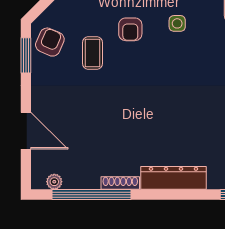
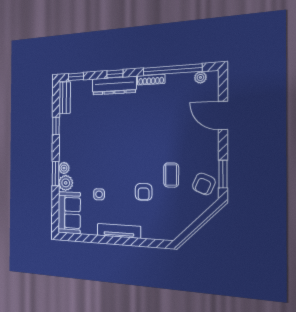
side table: (177, 23) -> (99, 194), moved
armchair: (130, 29) -> (144, 192), turned 180
window: (172, 195) -> (115, 74), added

